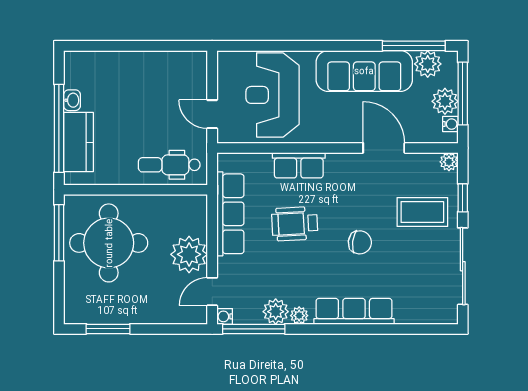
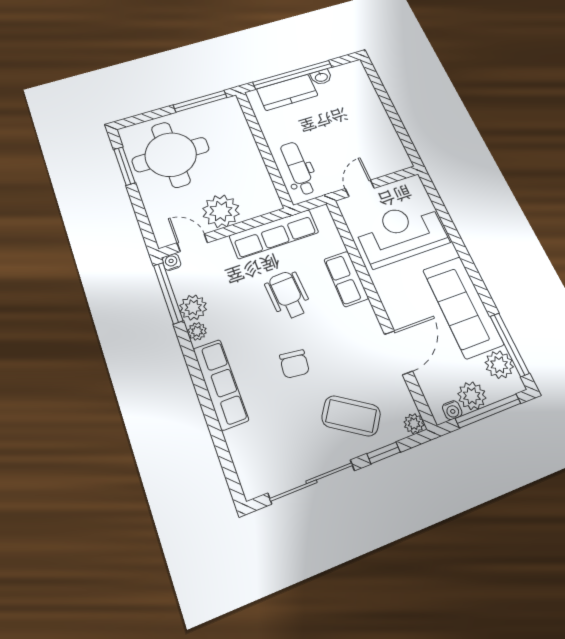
coffee table: (422, 212) -> (351, 416), turned -56
round table: (109, 243) -> (171, 155), moved

